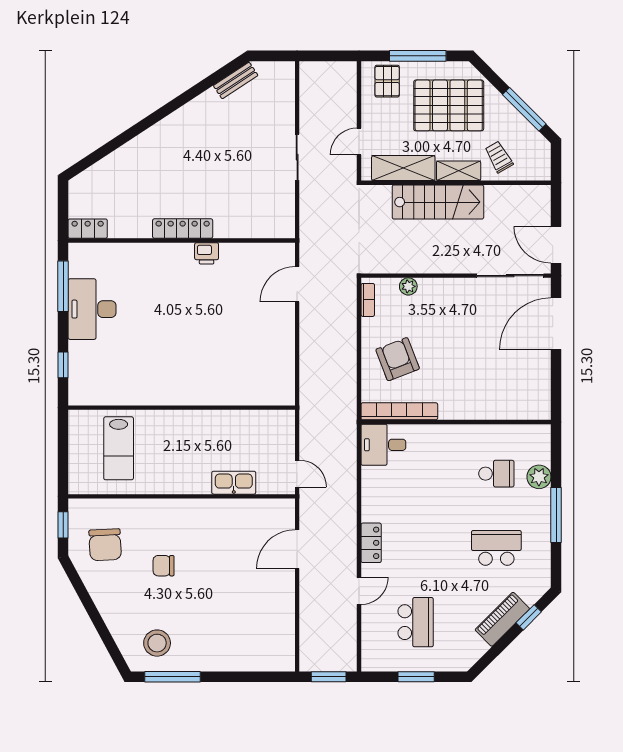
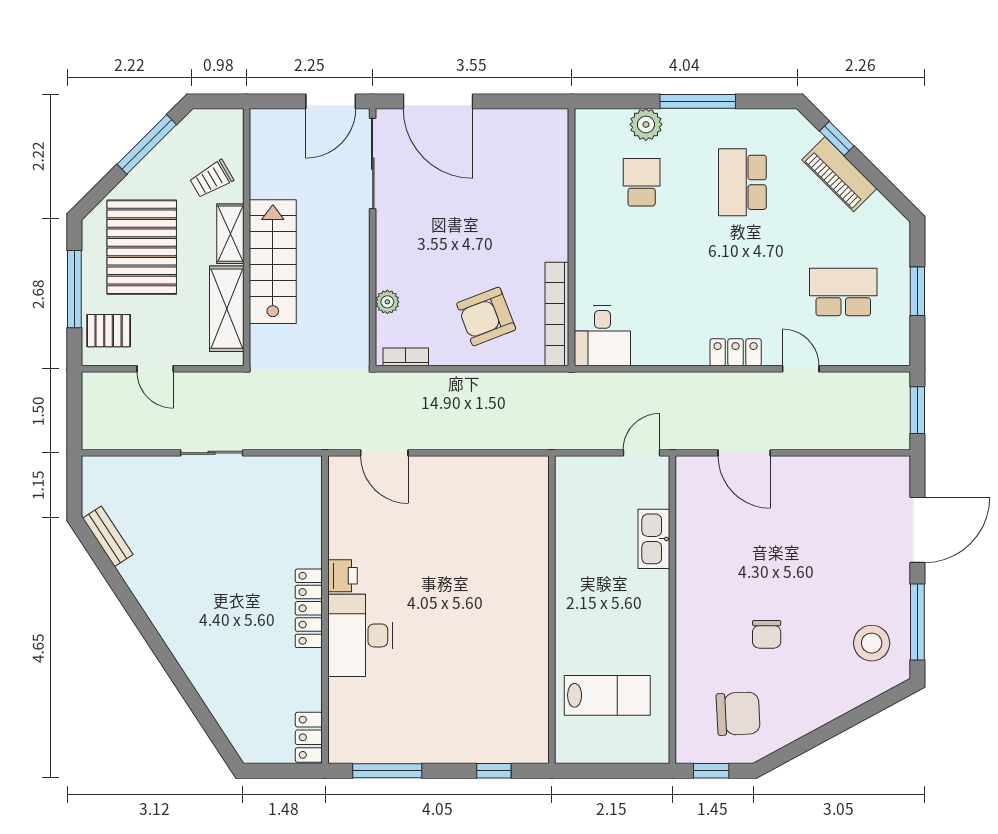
door: (359, 142) -> (155, 369), moved
desk: (92, 309) -> (360, 635), moved, turned 90
door: (240, 677) -> (917, 530), added

